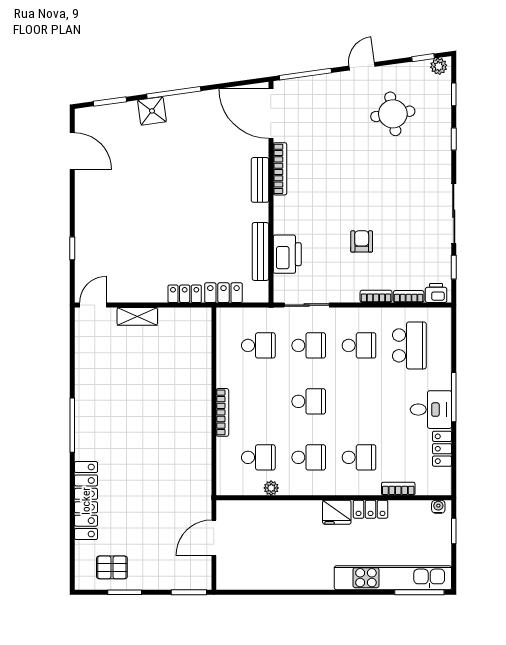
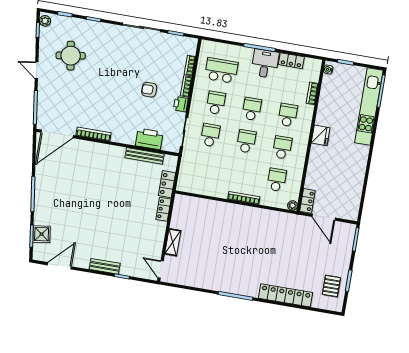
shower: (152, 111) -> (42, 234), moved
bench: (260, 180) -> (105, 266), moved
printer: (436, 293) -> (181, 104), moved
school desk: (258, 345) -> (252, 109), moved
plant: (271, 488) -> (293, 205), moved
locker: (371, 509) -> (307, 201), moved

